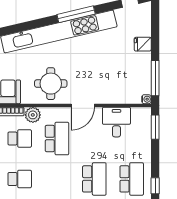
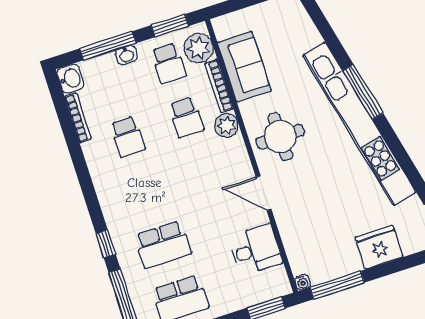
window: (76, 14) -> (363, 92), moved
fridge: (143, 44) -> (379, 247), width x1.88, depth x1.34
school desk: (57, 139) -> (204, 171), removed

